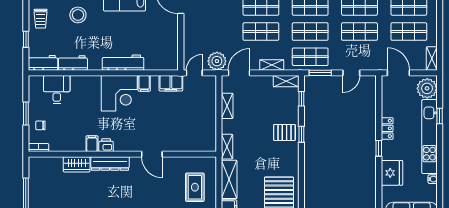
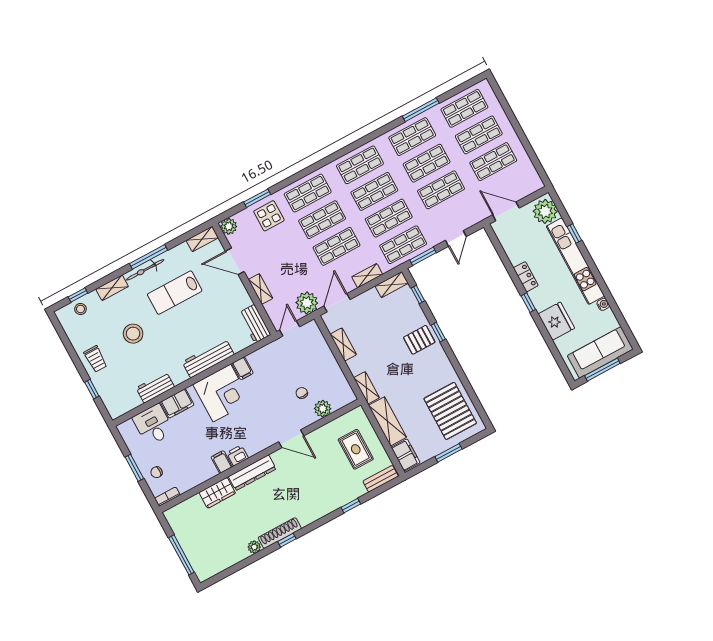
shelving: (432, 59) -> (261, 289), moved
workbench: (43, 63) -> (255, 324), moved, turned -90
filing cabinet: (171, 83) -> (177, 403), moved
chair: (178, 125) -> (302, 393), added
plant: (187, 145) -> (323, 409), added

